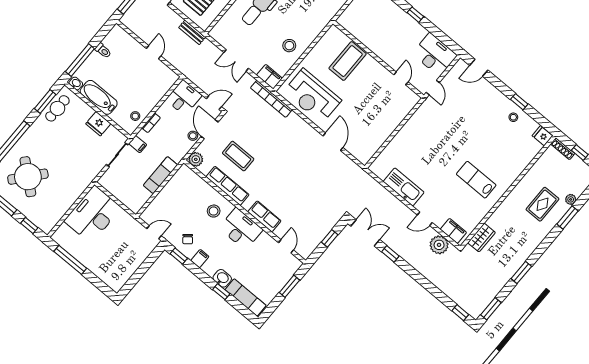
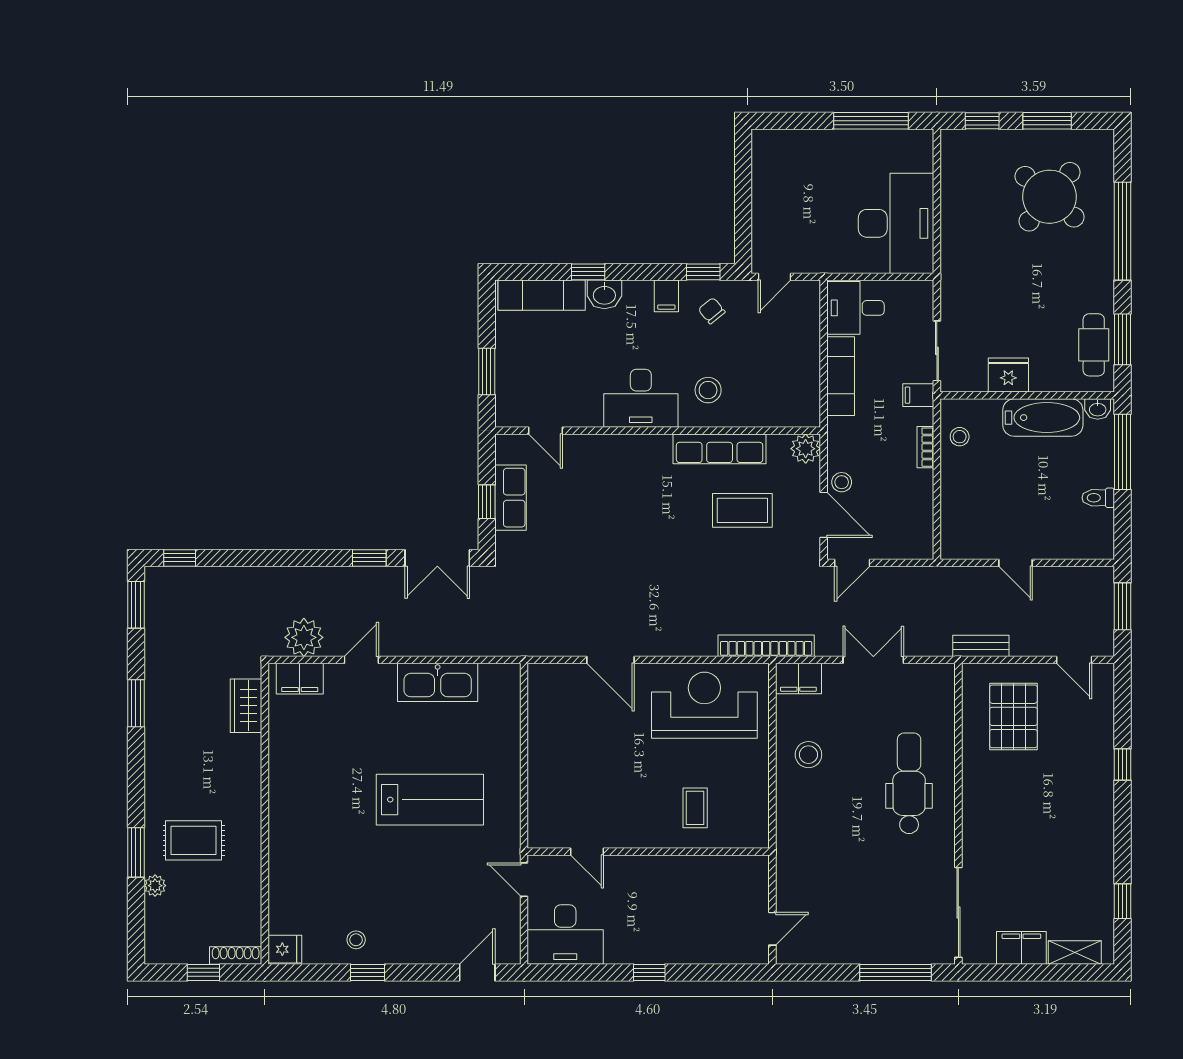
coffee table: (348, 61) -> (695, 808), width x0.54, depth x0.58
desk: (184, 98) -> (855, 308), moved, turned 90
lab bench: (476, 180) -> (430, 800), moved, width x1.36, depth x1.39
rug: (542, 204) -> (194, 840), turned 90
row of seats: (264, 216) -> (510, 498), moved, turned -90

